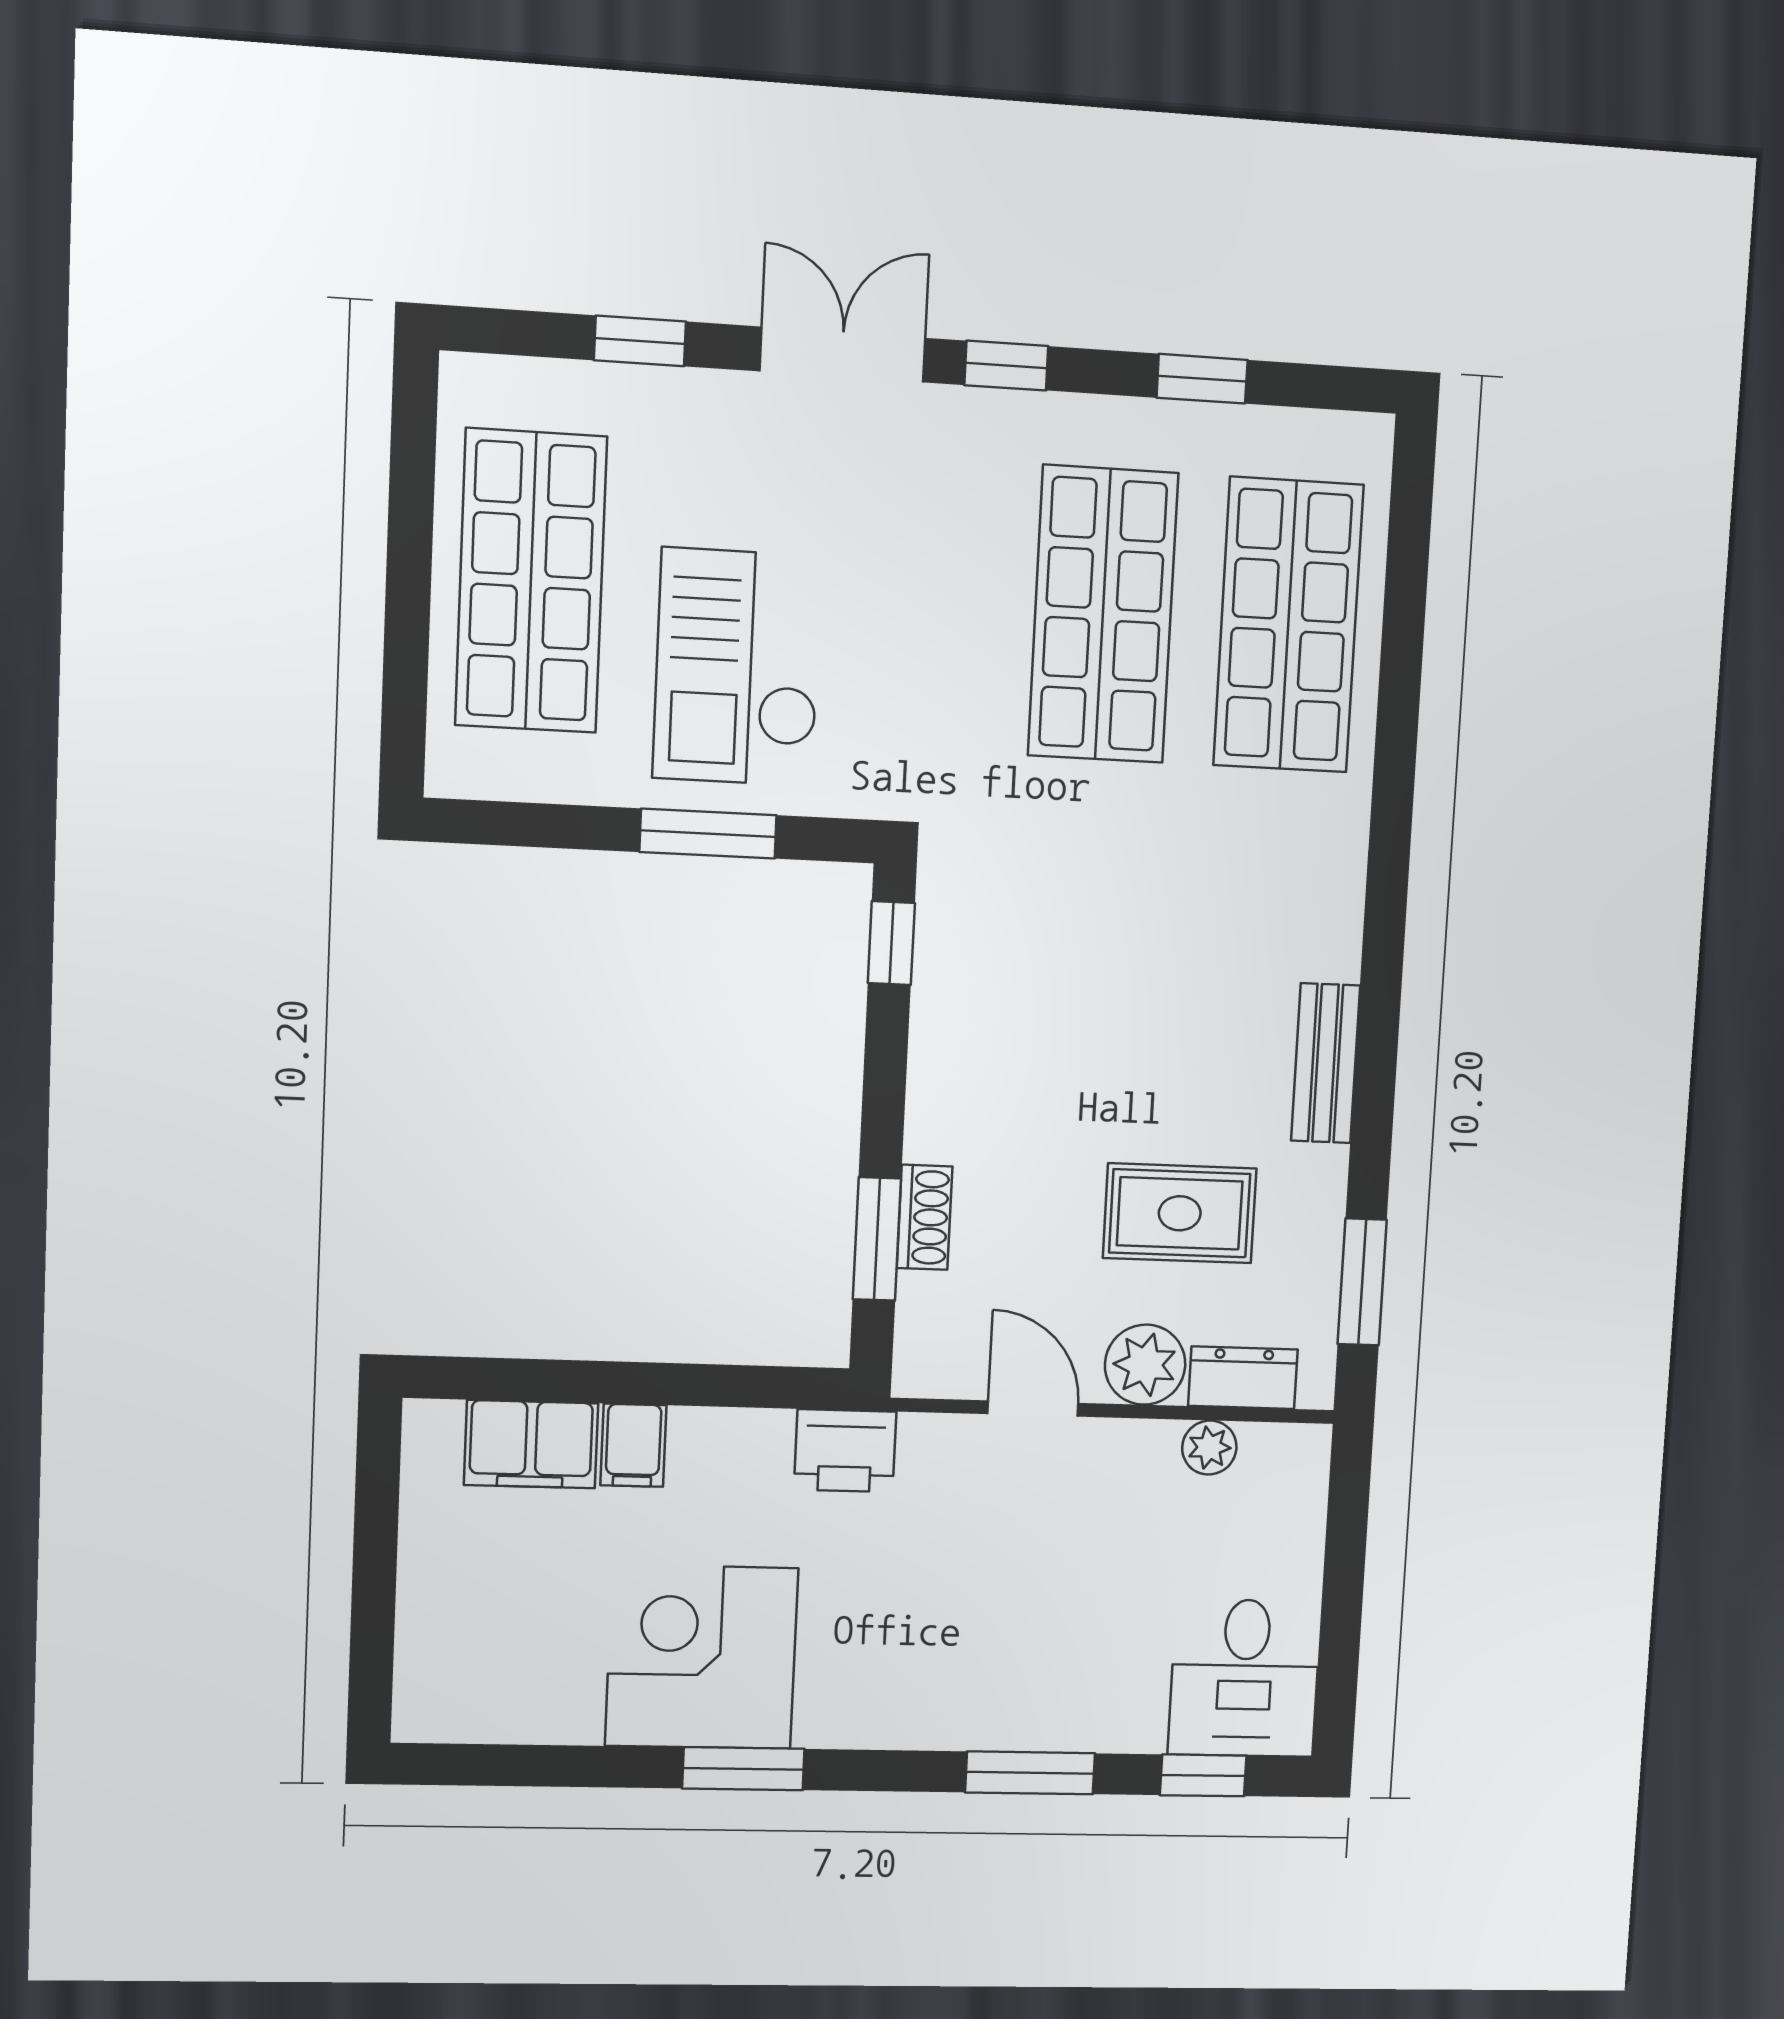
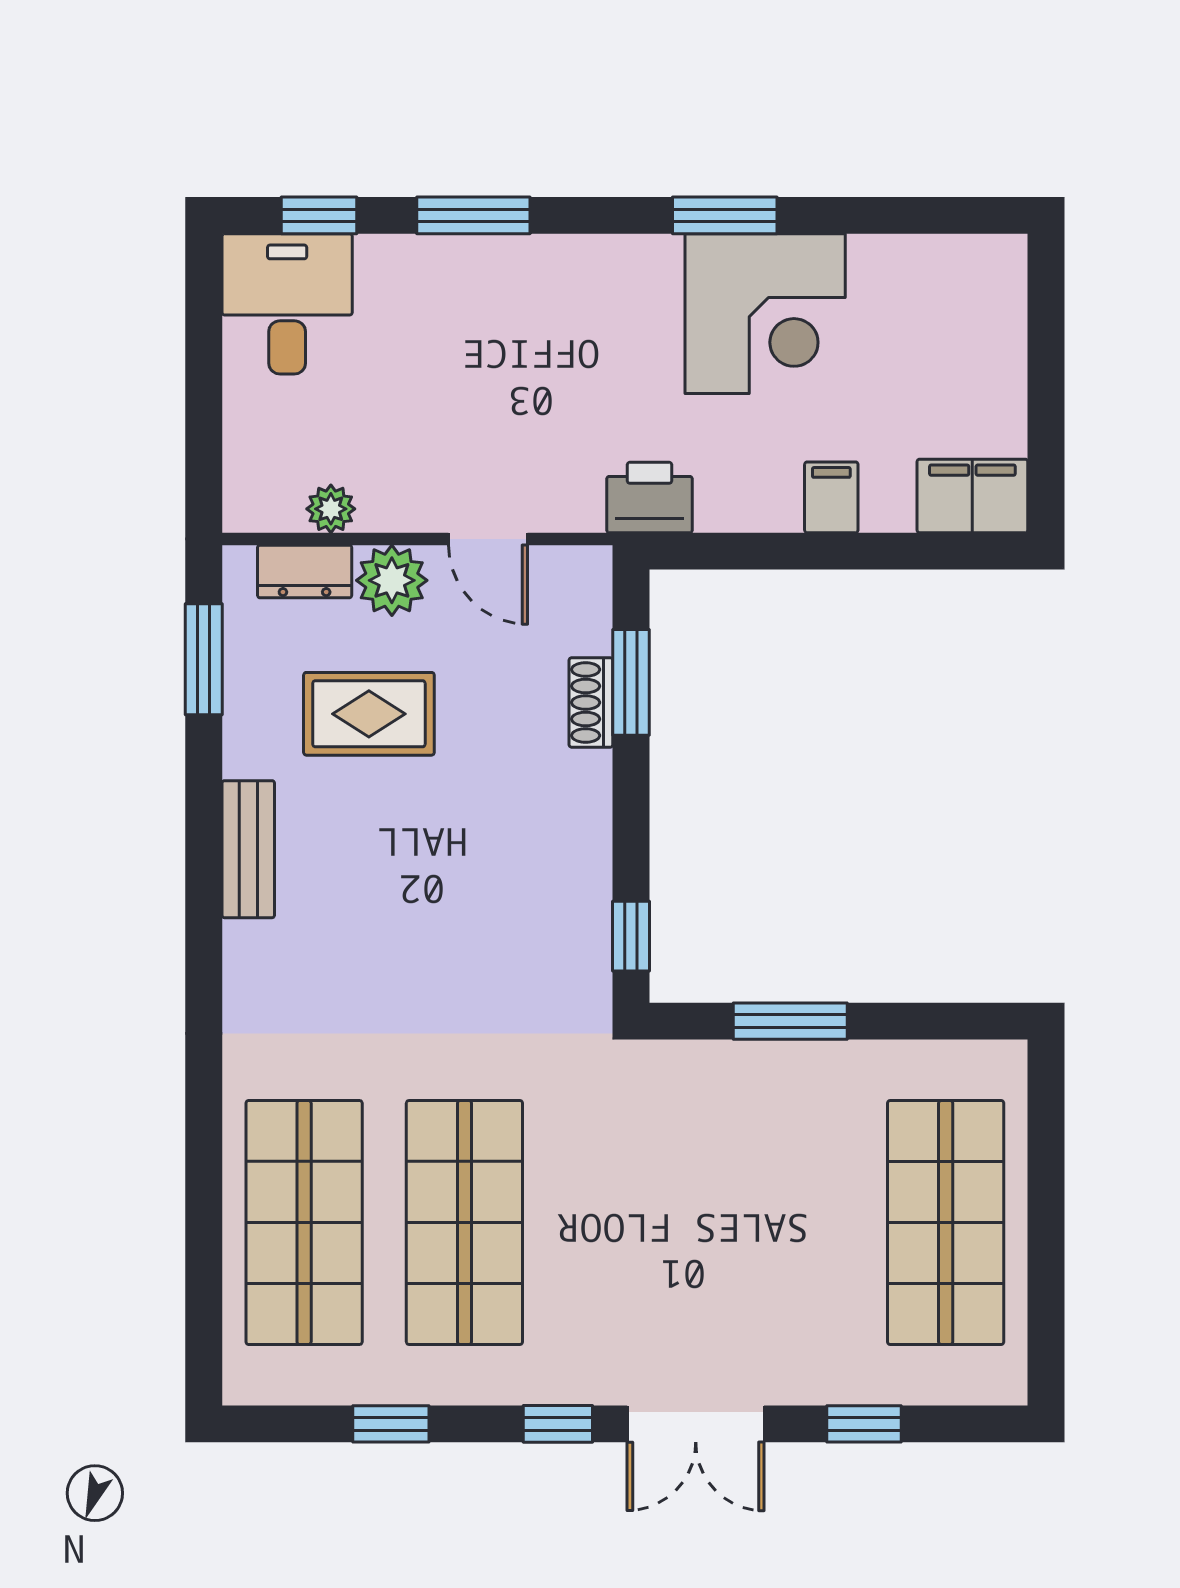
checkout: (738, 667) -> (771, 1161), removed
filing cabinet: (531, 1444) -> (972, 496), moved

